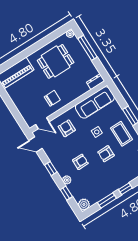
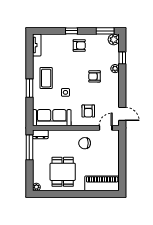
window: (88, 48) -> (29, 147), moved
dining table: (56, 61) -> (63, 172), turned 90
door: (42, 123) -> (106, 128), hinge flipped
armchair: (106, 154) -> (79, 45), moved
window: (51, 169) -> (122, 86), removed
window: (107, 200) -> (105, 31), moved

